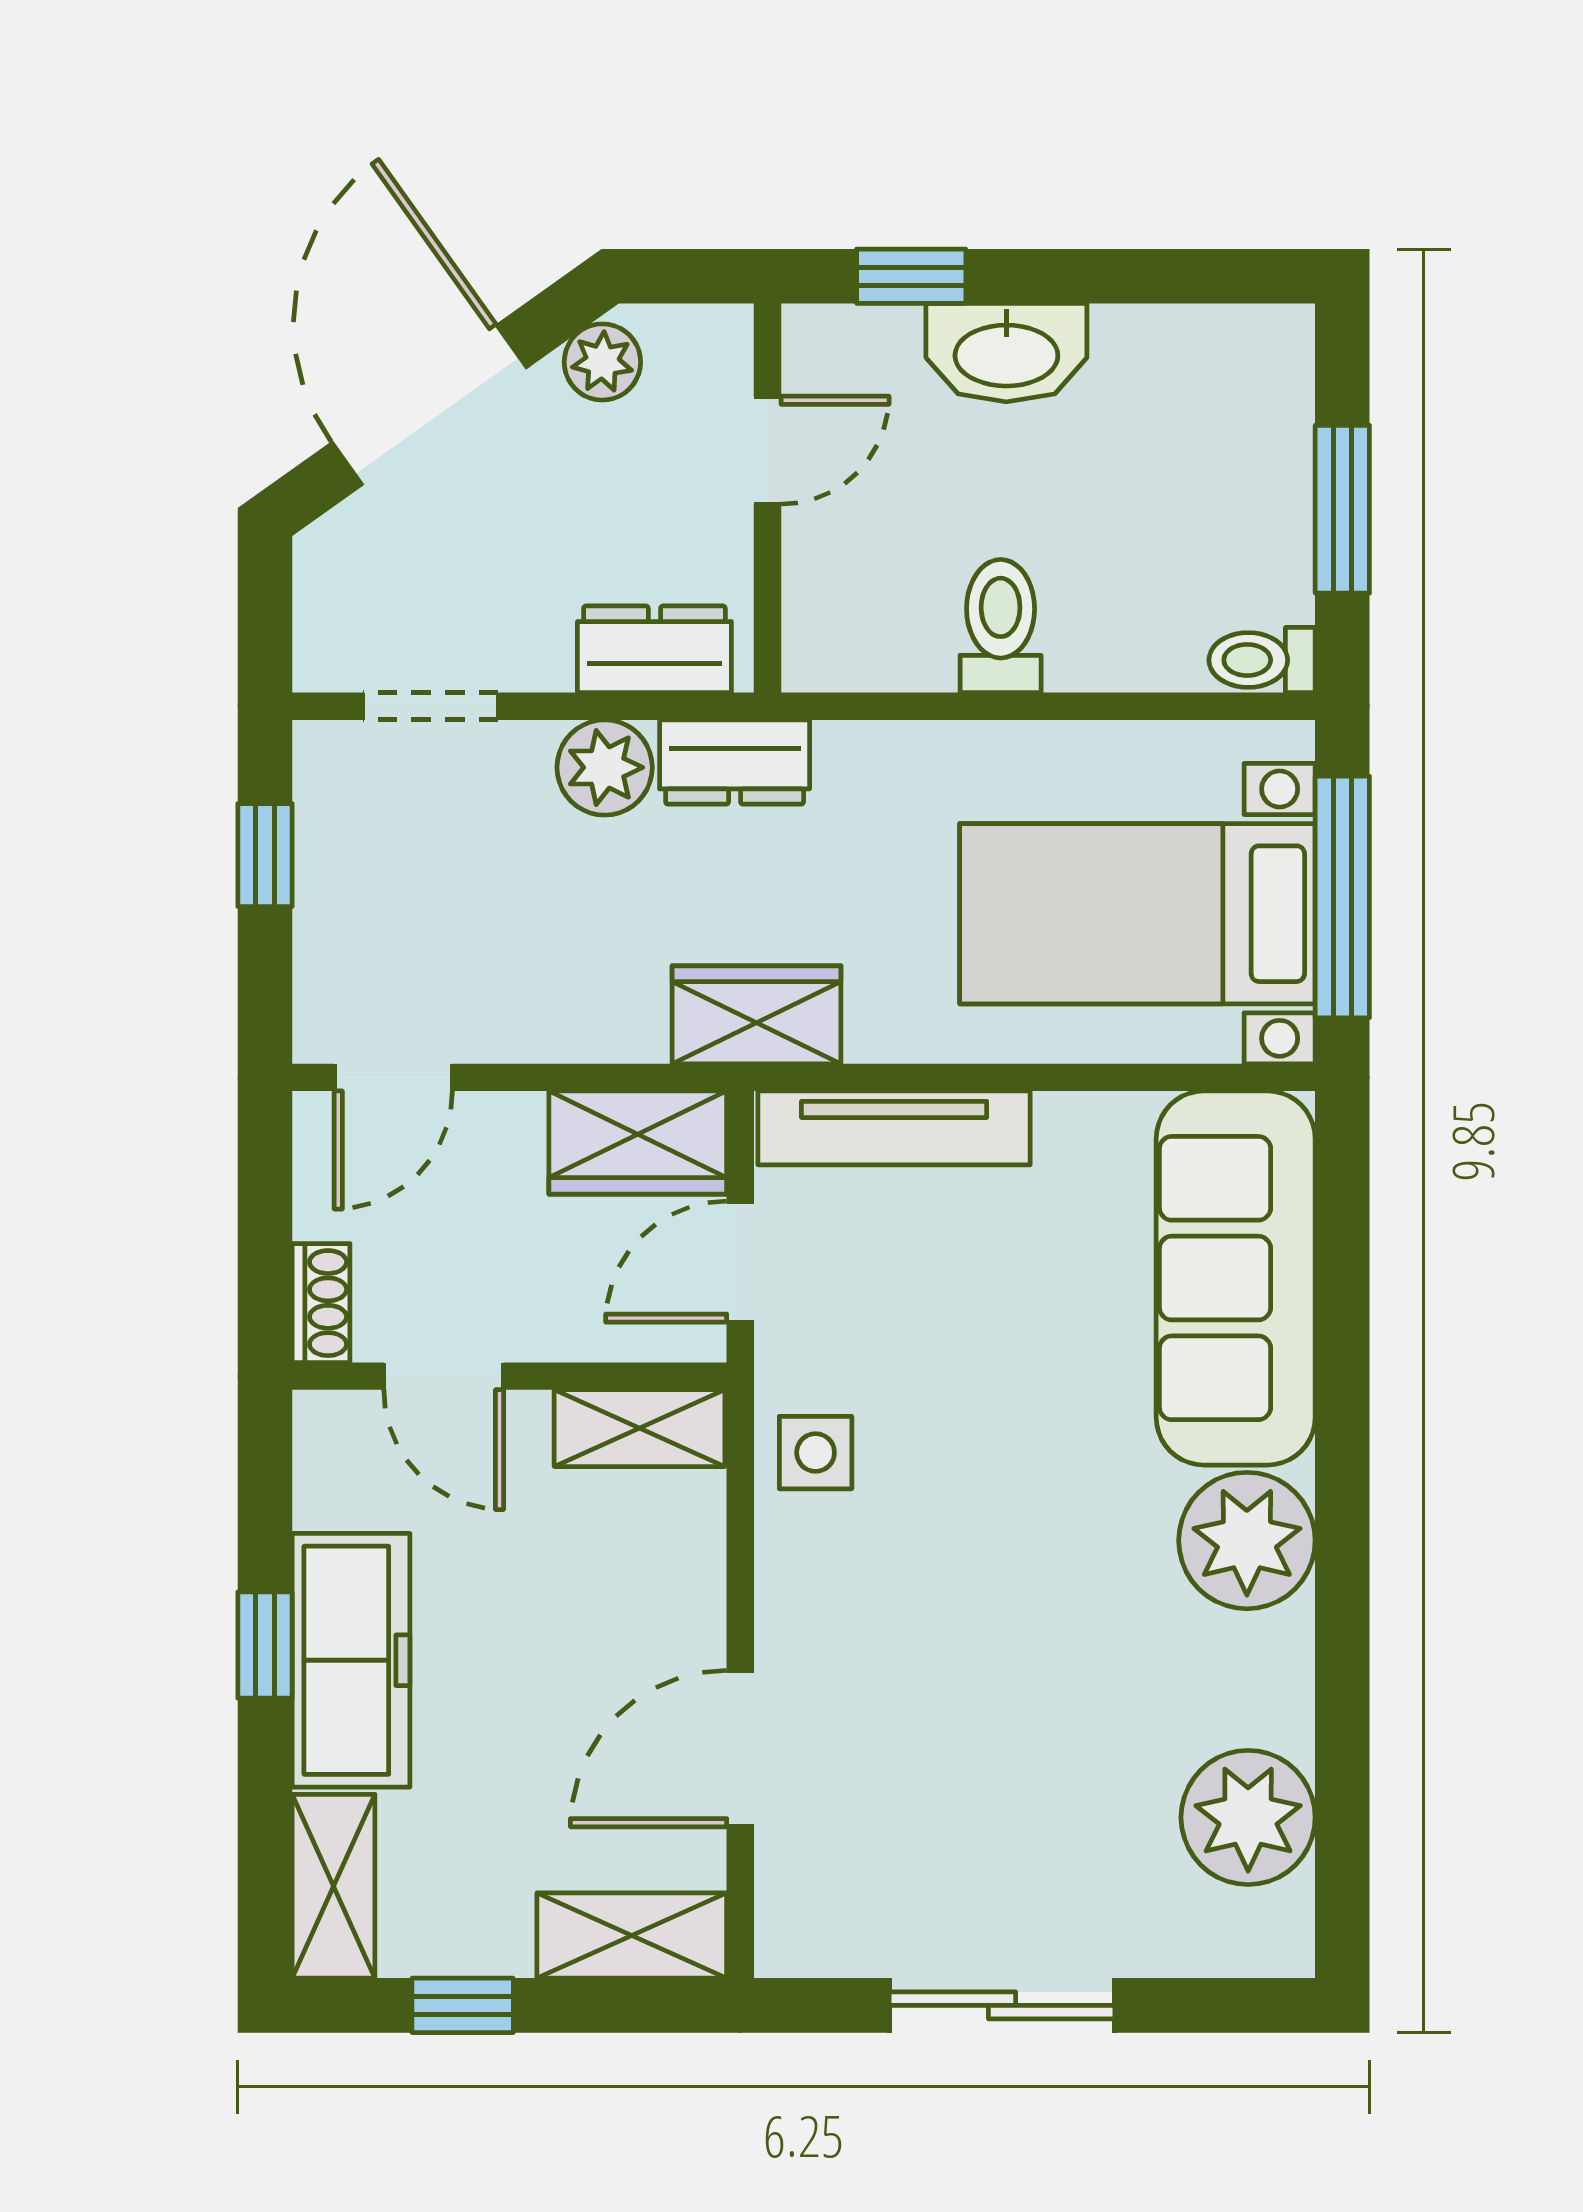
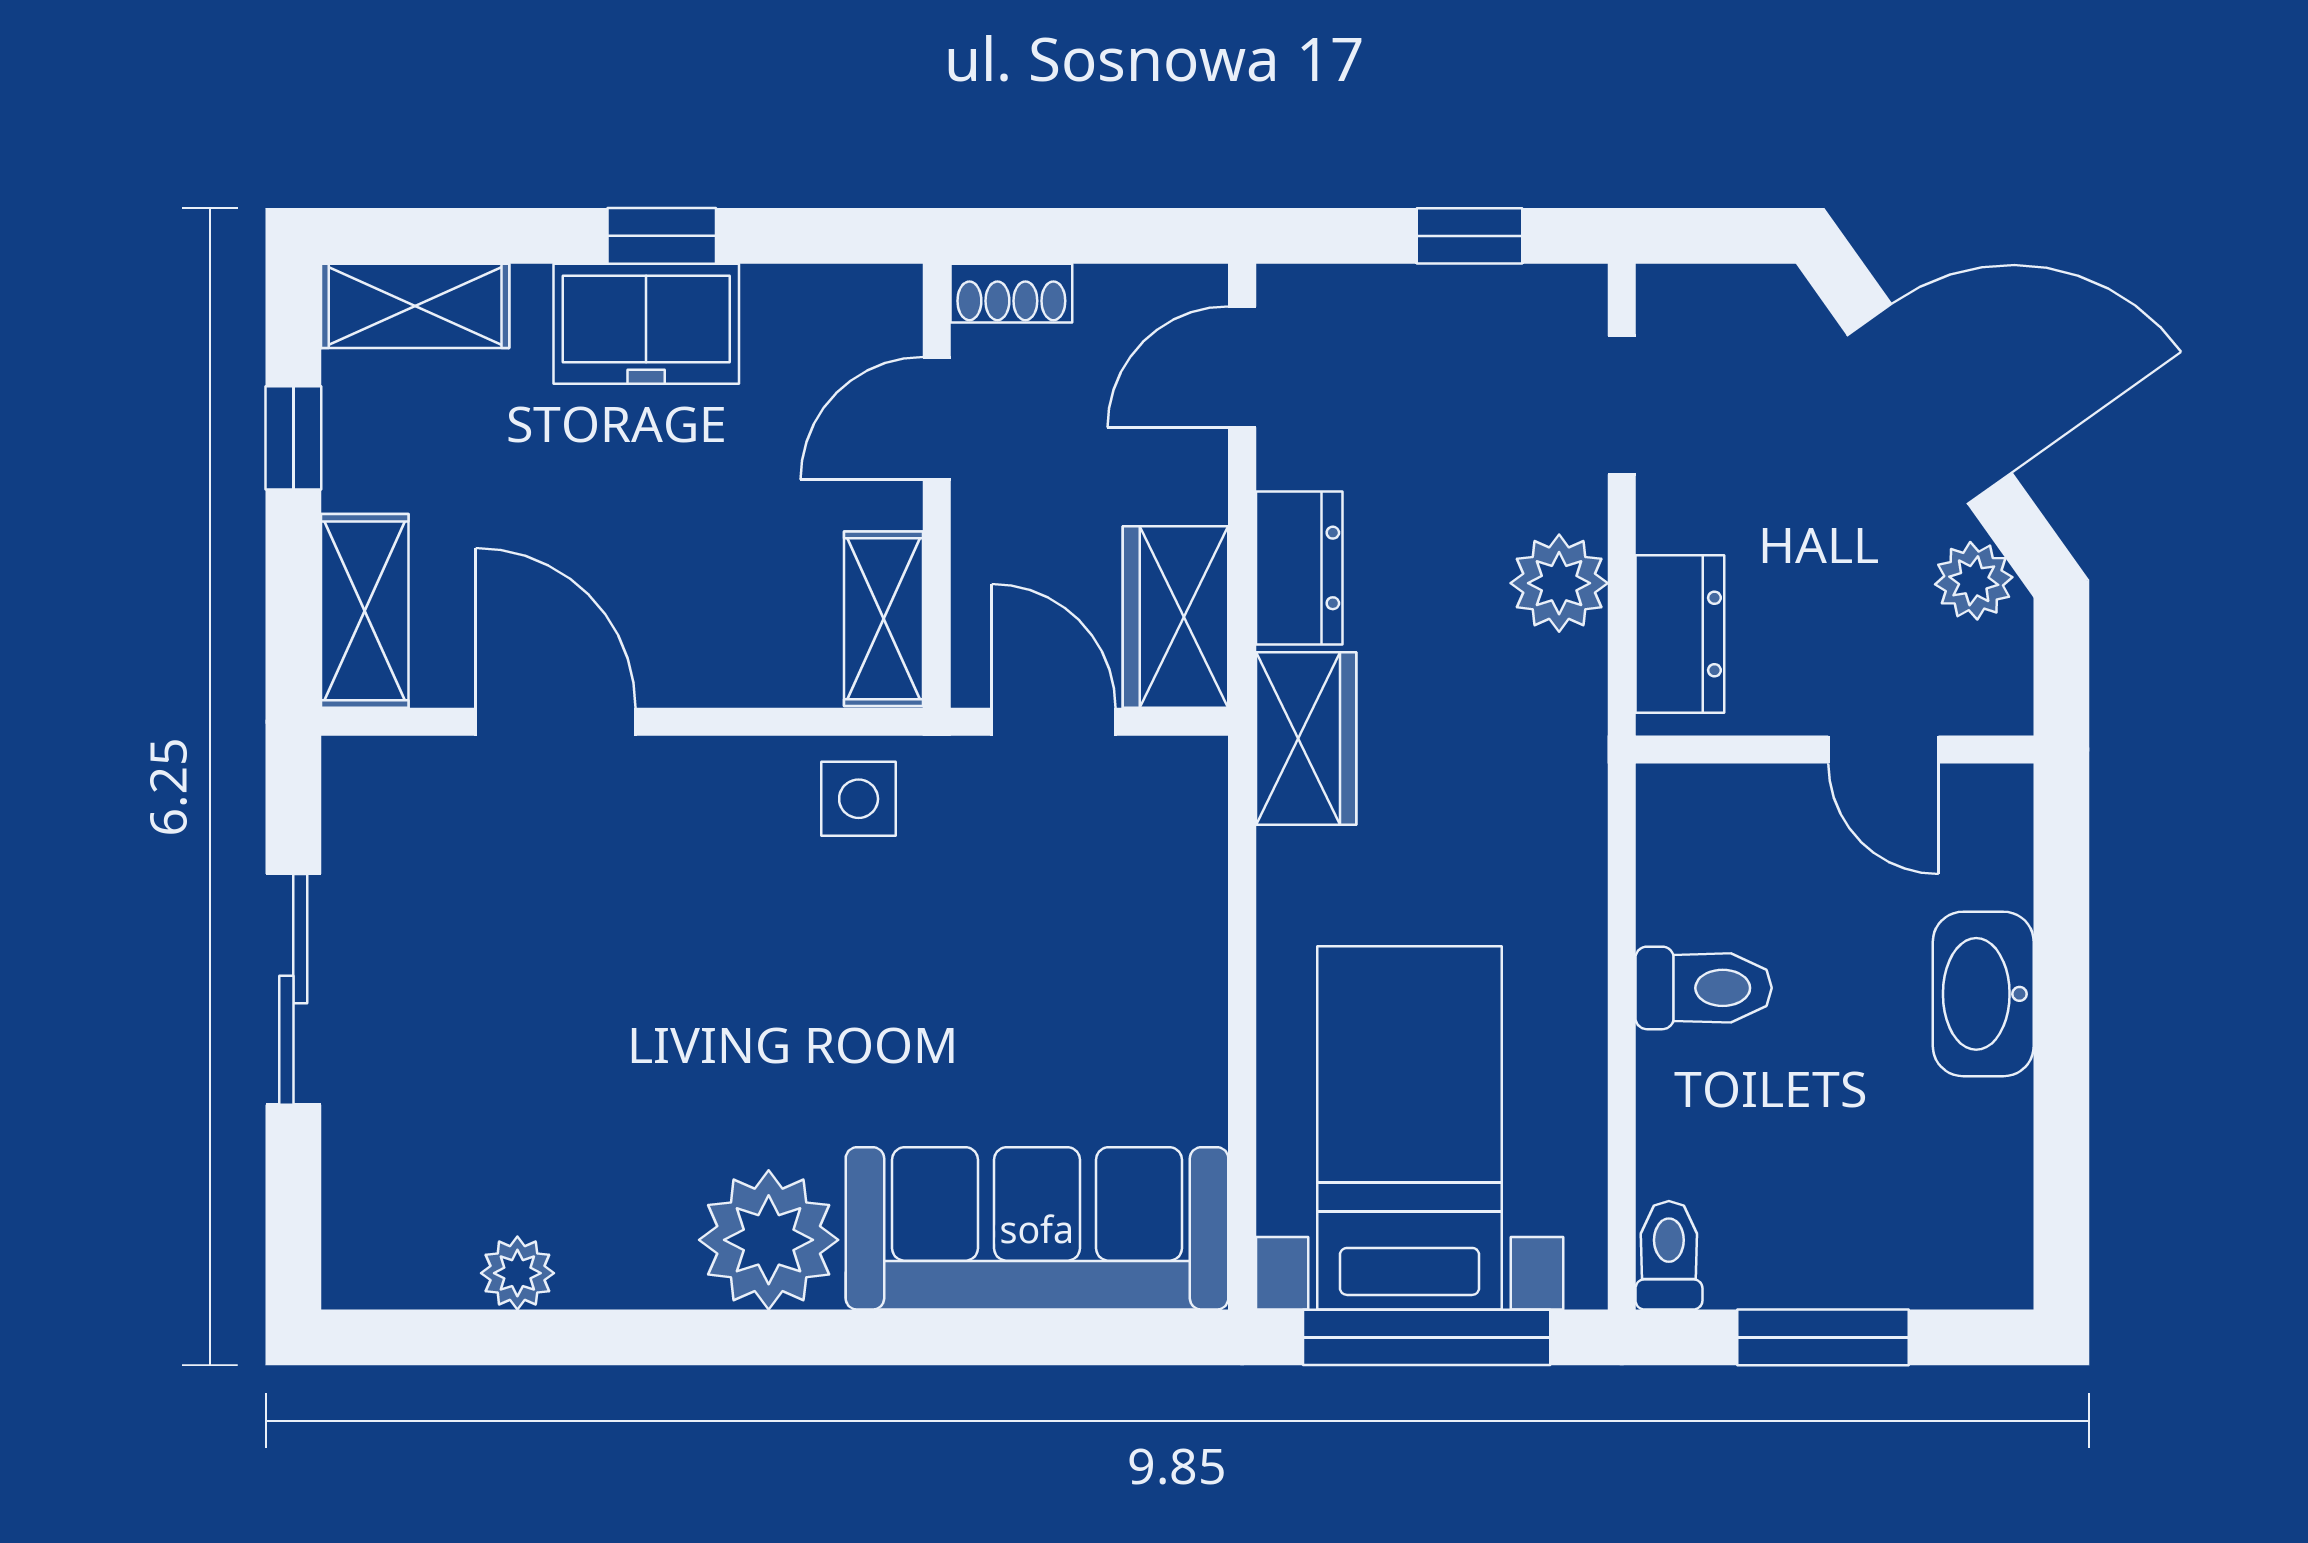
window: (911, 276) -> (2061, 897), removed
dresser: (735, 762) -> (1299, 568), moved, turned 180
door: (393, 1077) -> (1242, 367), hinge flipped
tv unit: (894, 1128) -> (1191, 879), removed
freezer: (351, 1660) -> (646, 324), width x0.71
plant: (1248, 1817) -> (517, 1273), width x0.53, depth x0.53

